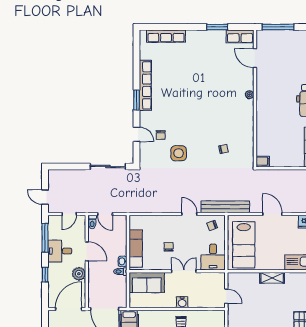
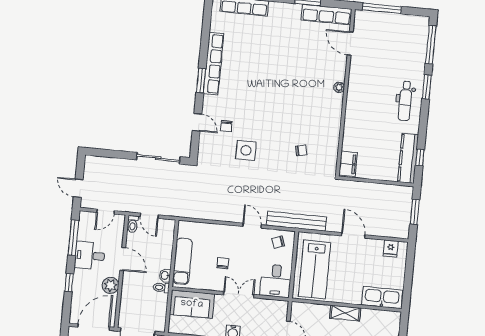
row of seats: (240, 36) -> (327, 15), width x1.48
filing cabinet: (263, 161) -> (348, 164), width x2.00

